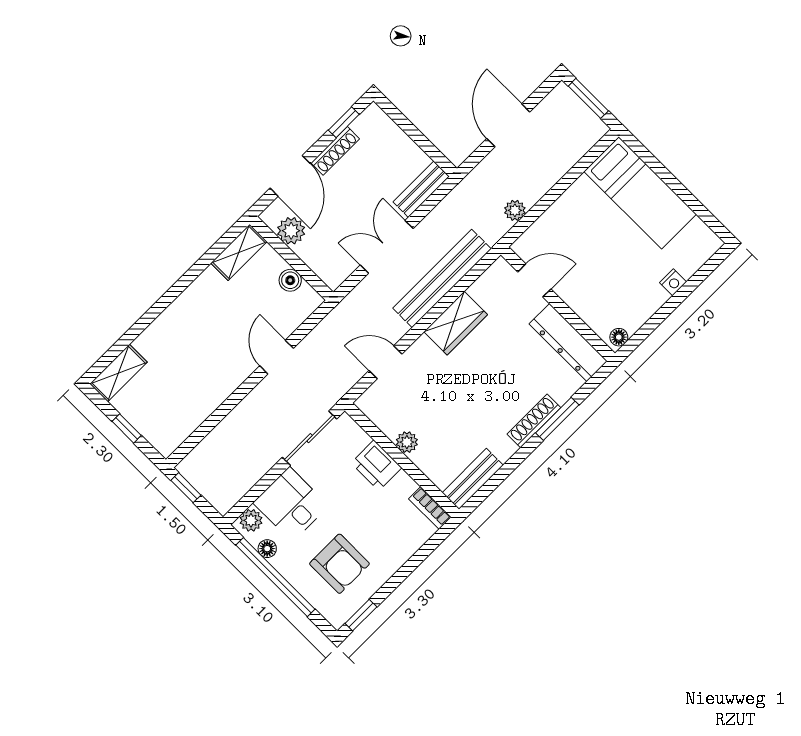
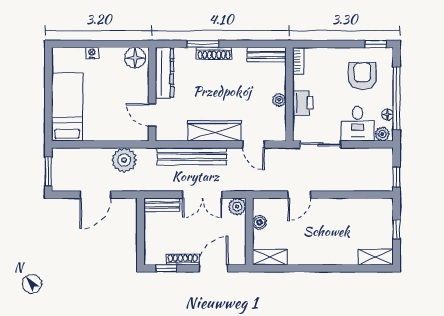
plant: (515, 210) -> (124, 160), width x1.88, depth x1.88
plant: (291, 231) -> (237, 207), moved
wardrobe: (456, 323) -> (214, 131), width x1.50
floor lamp: (619, 337) -> (135, 58), width x1.89, depth x1.89

